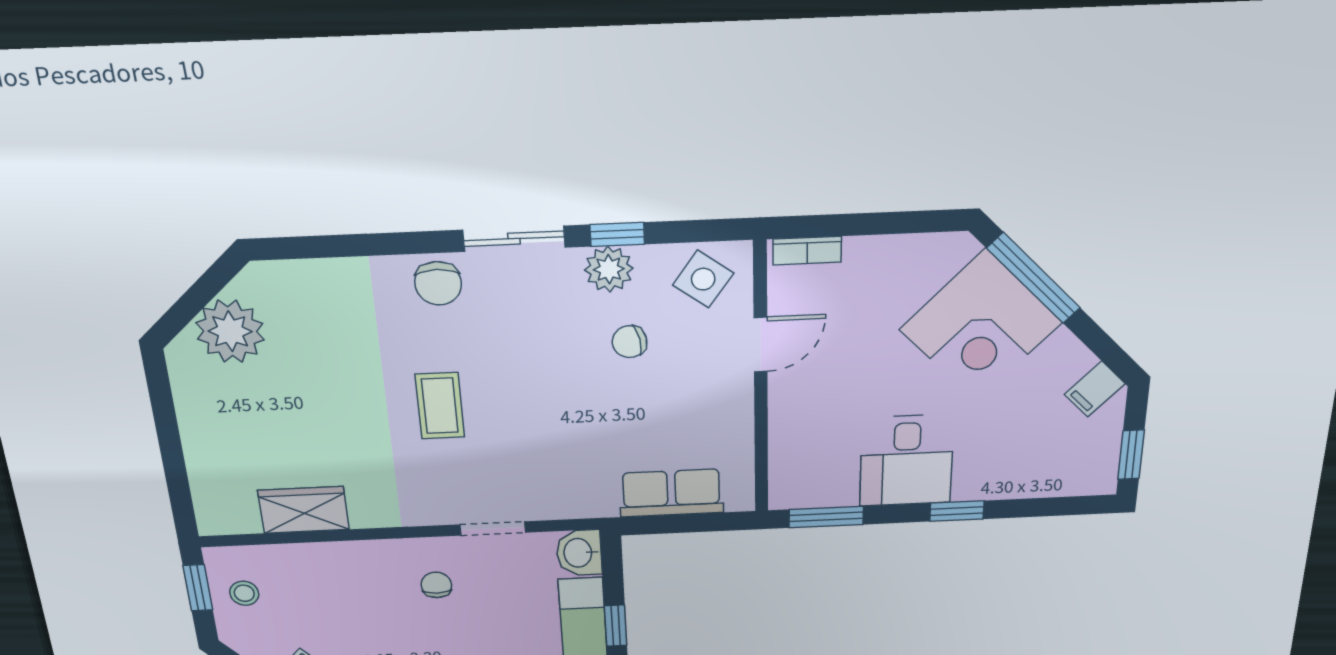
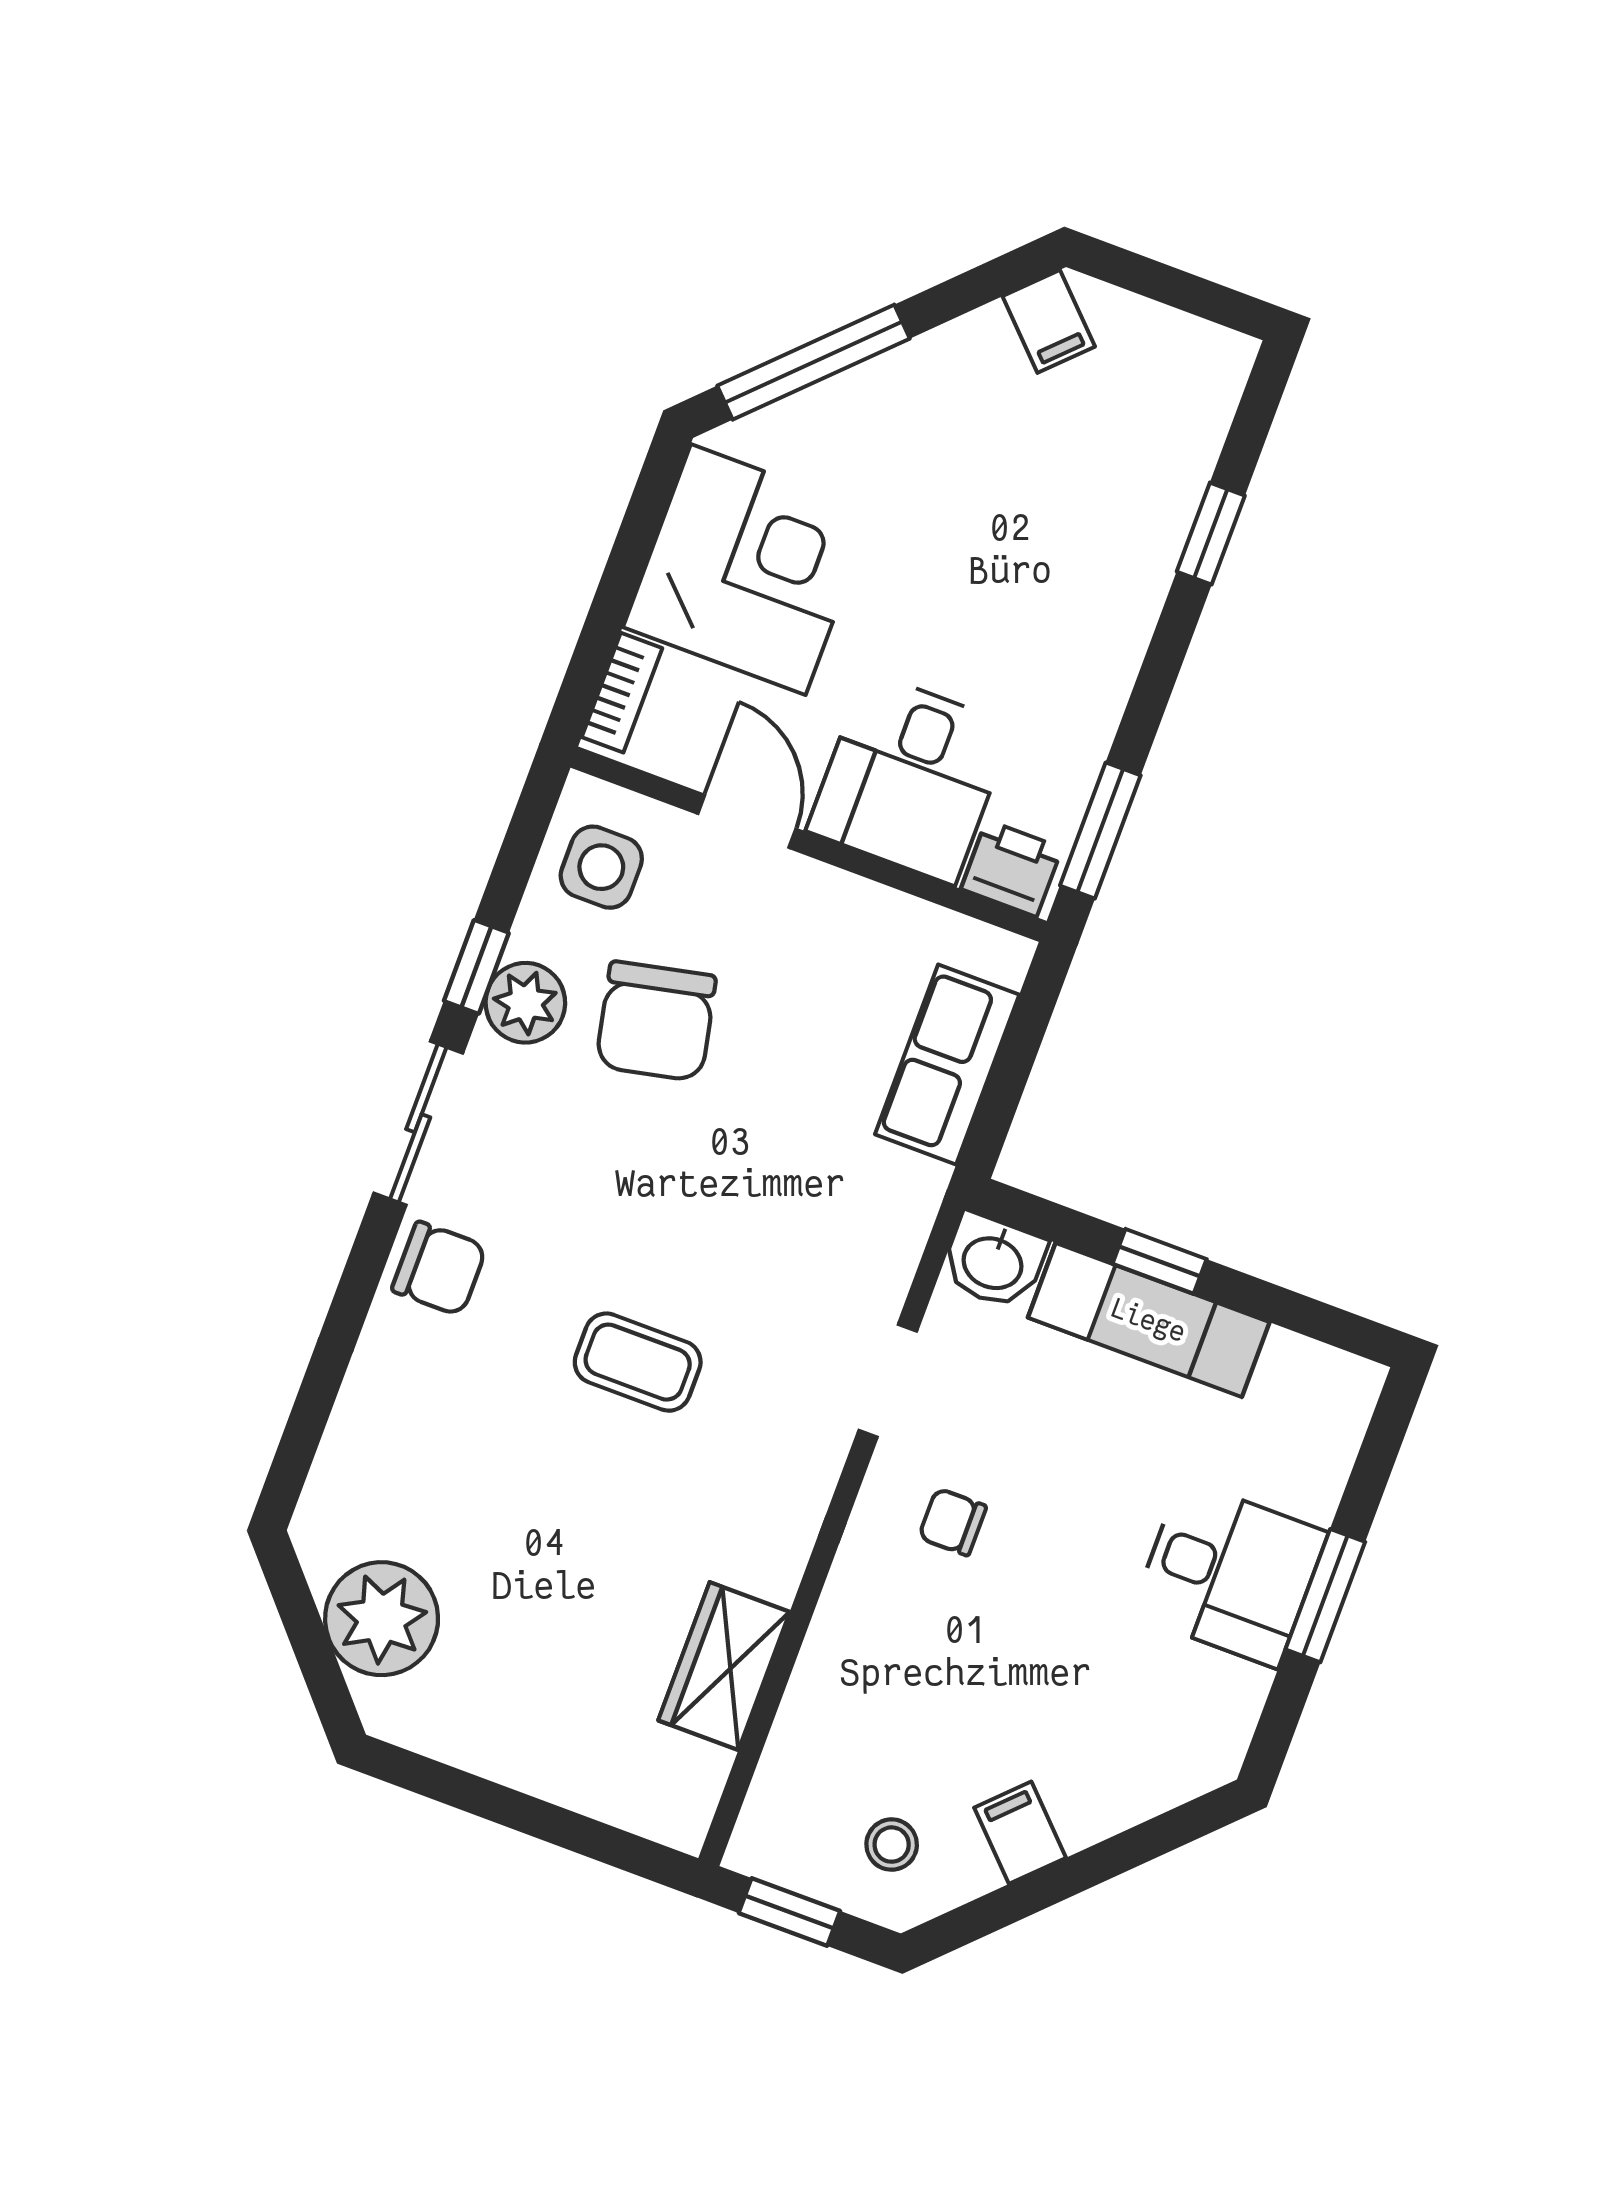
side table: (703, 279) -> (601, 867), turned -36
corner desk: (981, 326) -> (748, 570), moved, turned -45
chair: (630, 342) -> (656, 1021), width x1.87, depth x1.87
window: (1131, 455) -> (1196, 296), removed
desk: (907, 461) -> (910, 778), moved, turned 90
printer: (789, 484) -> (1011, 868), added
window: (957, 511) -> (1211, 534), moved
stool: (244, 593) -> (892, 1845), moved

